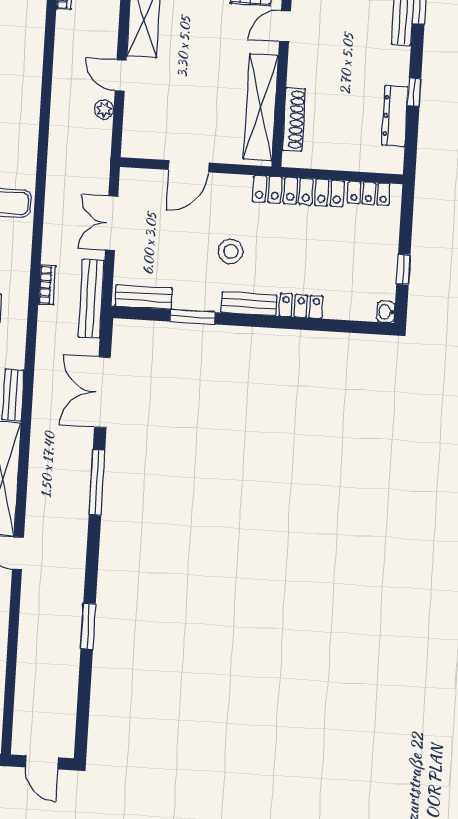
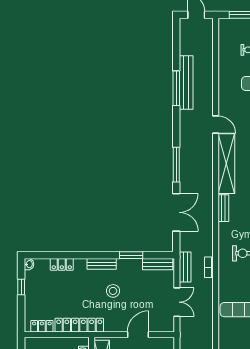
bench: (91, 299) -> (185, 267), width x0.73
locker: (301, 306) -> (62, 264), moved
window: (88, 626) -> (176, 88), width x1.44
bench: (69, 636) -> (186, 82), added

